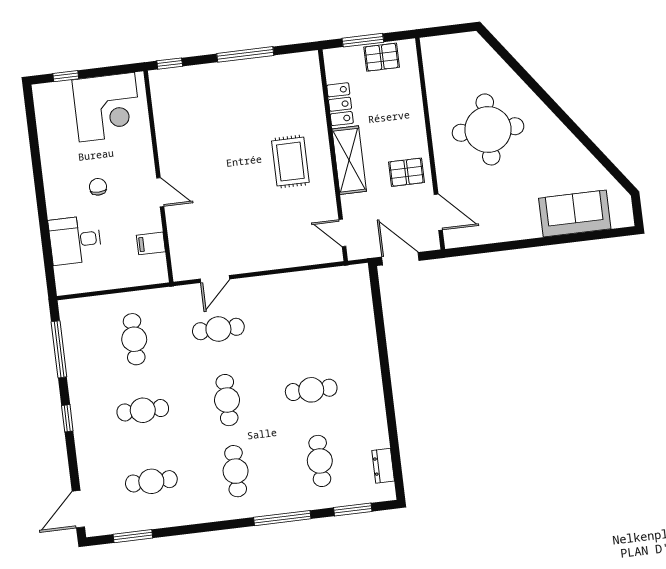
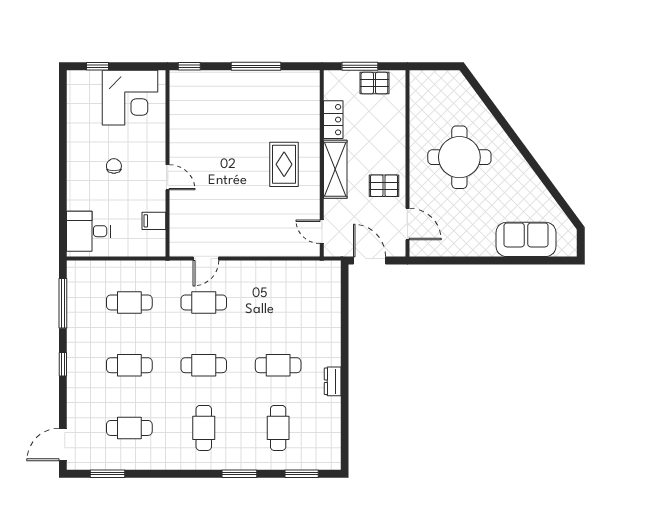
desk: (75, 240) -> (88, 231), moved
cafe table: (134, 339) -> (129, 302), turned 90
cafe table: (227, 400) -> (204, 365), turned 90
dresser: (383, 466) -> (333, 381), moved
window: (282, 518) -> (239, 474), width x0.69

